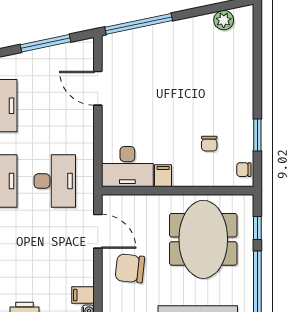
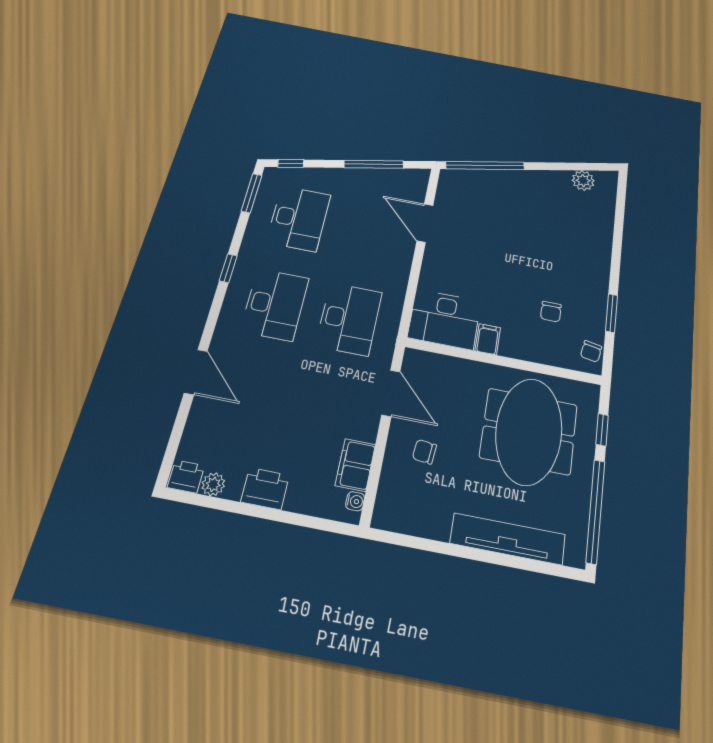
chair: (244, 170) -> (591, 351), turned -80
chair: (130, 268) -> (424, 452), width x0.54, depth x0.54
filing cabinet: (83, 295) -> (355, 465), width x2.00

